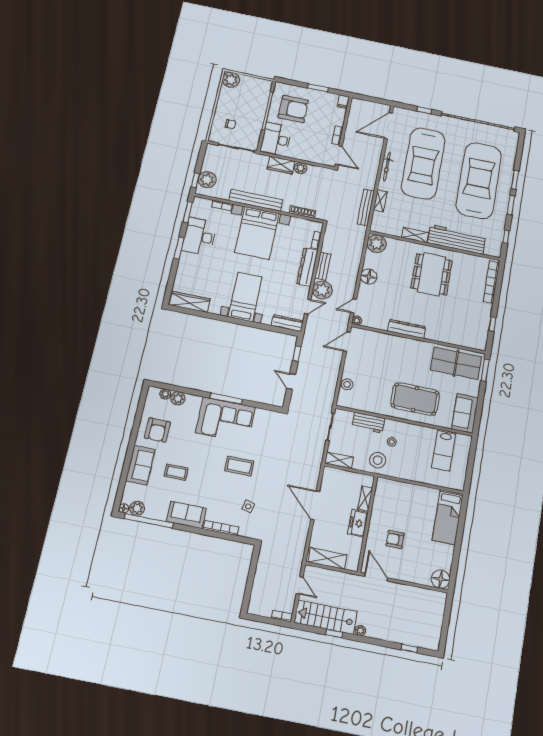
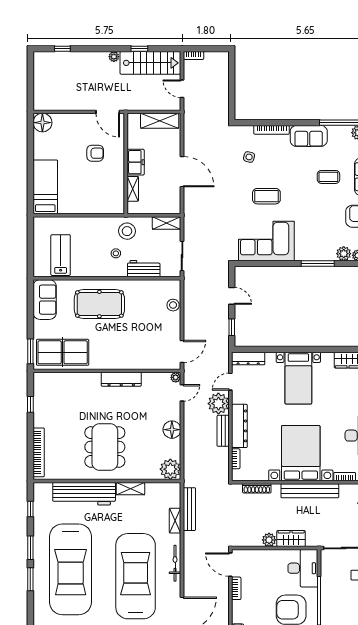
window: (226, 399) -> (318, 264), moved
corner sofa: (225, 420) -> (266, 241), moved

